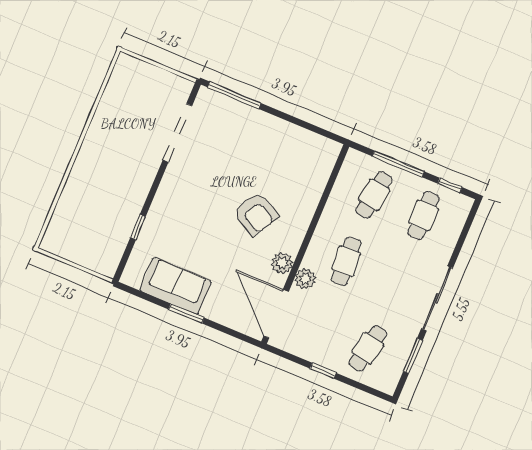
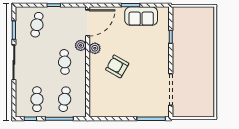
door: (276, 314) -> (88, 23), hinge flipped

